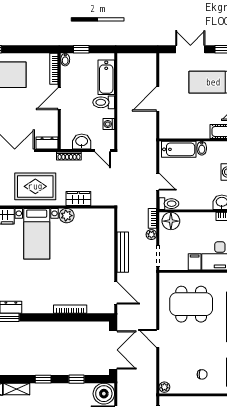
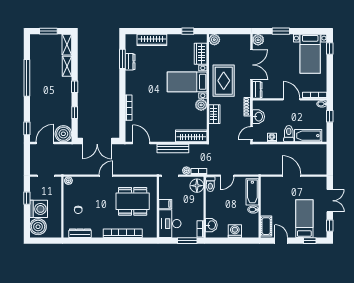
wardrobe: (107, 228) -> (191, 136), added
door: (116, 293) -> (141, 143), swing flipped
dining table: (191, 304) -> (133, 201), turned 90

